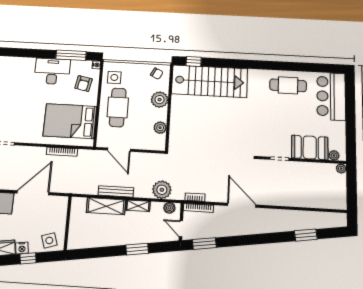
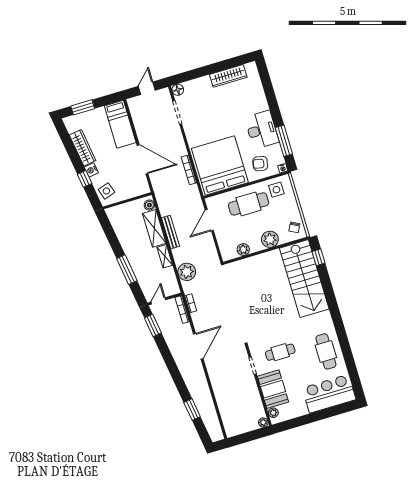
bed: (70, 121) -> (220, 166), width x1.36
cafe table: (275, 128) -> (280, 352), added
boiler: (169, 208) -> (149, 205), moved
window: (137, 249) -> (127, 270), width x1.44

